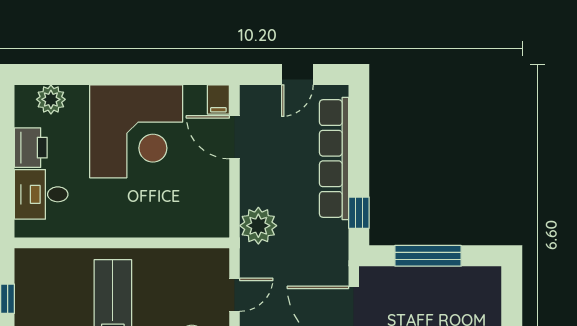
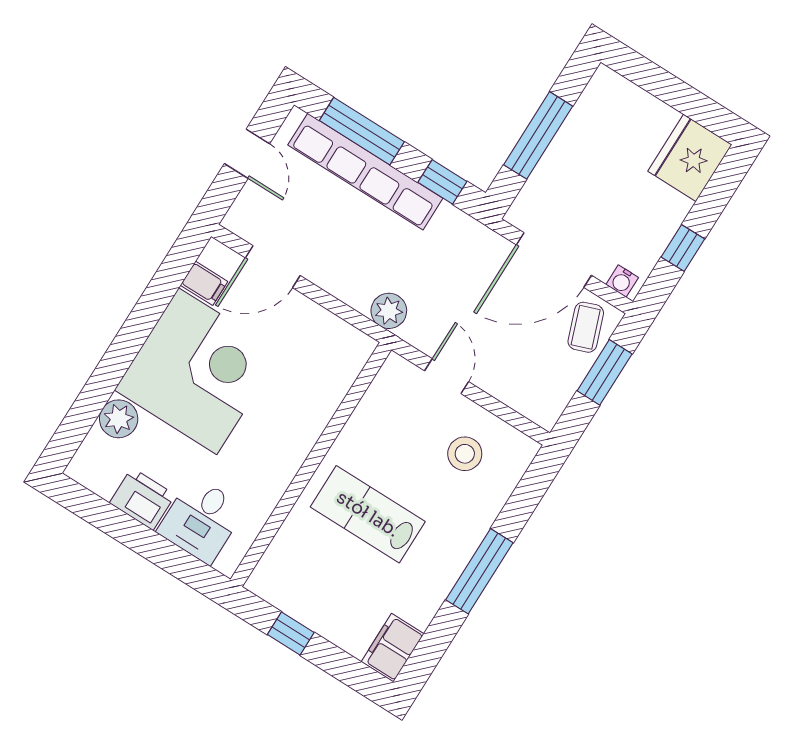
plant: (51, 99) -> (119, 419), moved
filing cabinet: (218, 100) -> (204, 283), moved
window: (359, 140) -> (362, 131), added
plant: (258, 226) -> (389, 311), width x0.73, depth x0.73

